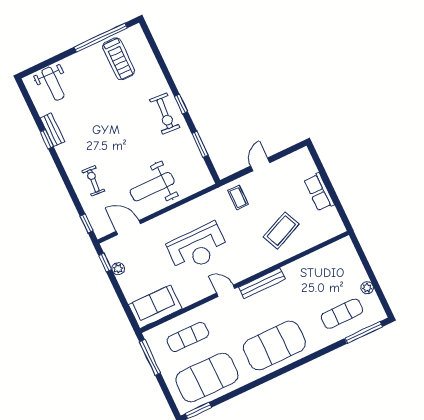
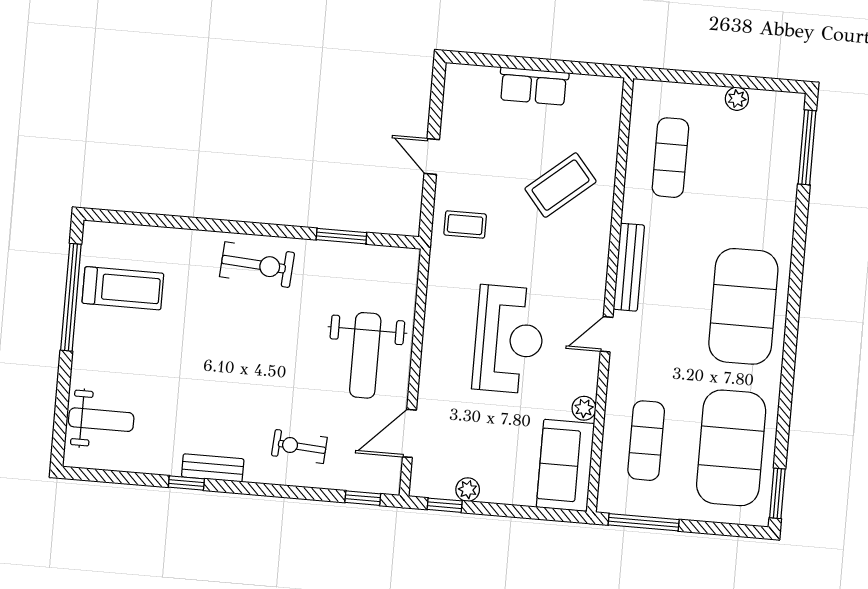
window: (181, 104) -> (257, 229), removed
bench: (53, 130) -> (213, 468), moved
coffee table: (281, 230) -> (561, 185), turned 74
plant: (186, 300) -> (584, 408), added
exercise mat: (342, 314) -> (670, 158), moved

